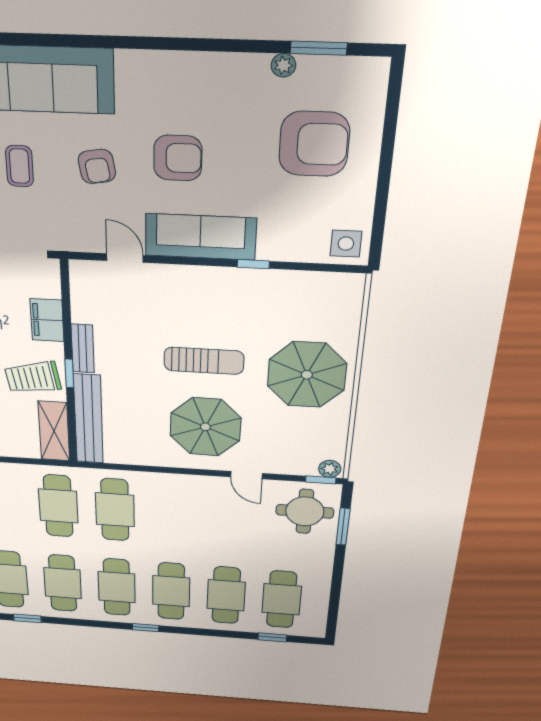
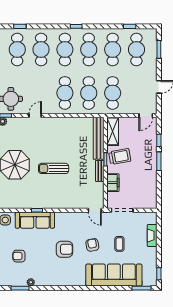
armchair: (314, 144) -> (19, 256), width x0.53, depth x0.53
armchair: (178, 158) -> (64, 249), turned 180
sofa: (201, 237) -> (35, 220), moved
door: (125, 258) -> (95, 210), moved
parasol: (205, 427) -> (52, 138), removed
door: (246, 475) -> (35, 116), hinge flipped
cafe table: (172, 514) -> (65, 93), added

